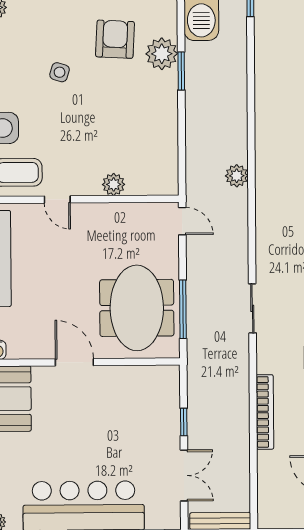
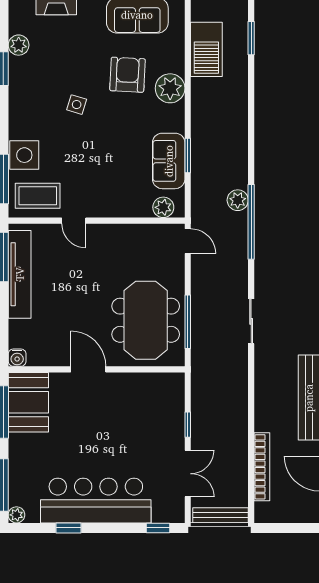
window: (181, 71) -> (188, 155), moved
sofa: (161, 133) -> (169, 161), added
plant: (114, 184) -> (163, 207), moved
window: (252, 199) -> (251, 222), added
bookcase: (265, 412) -> (262, 467), moved

